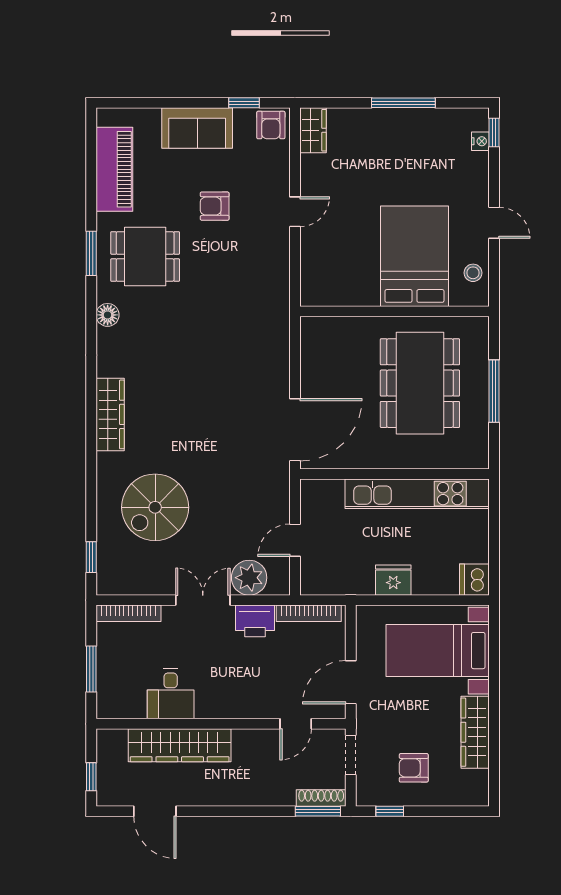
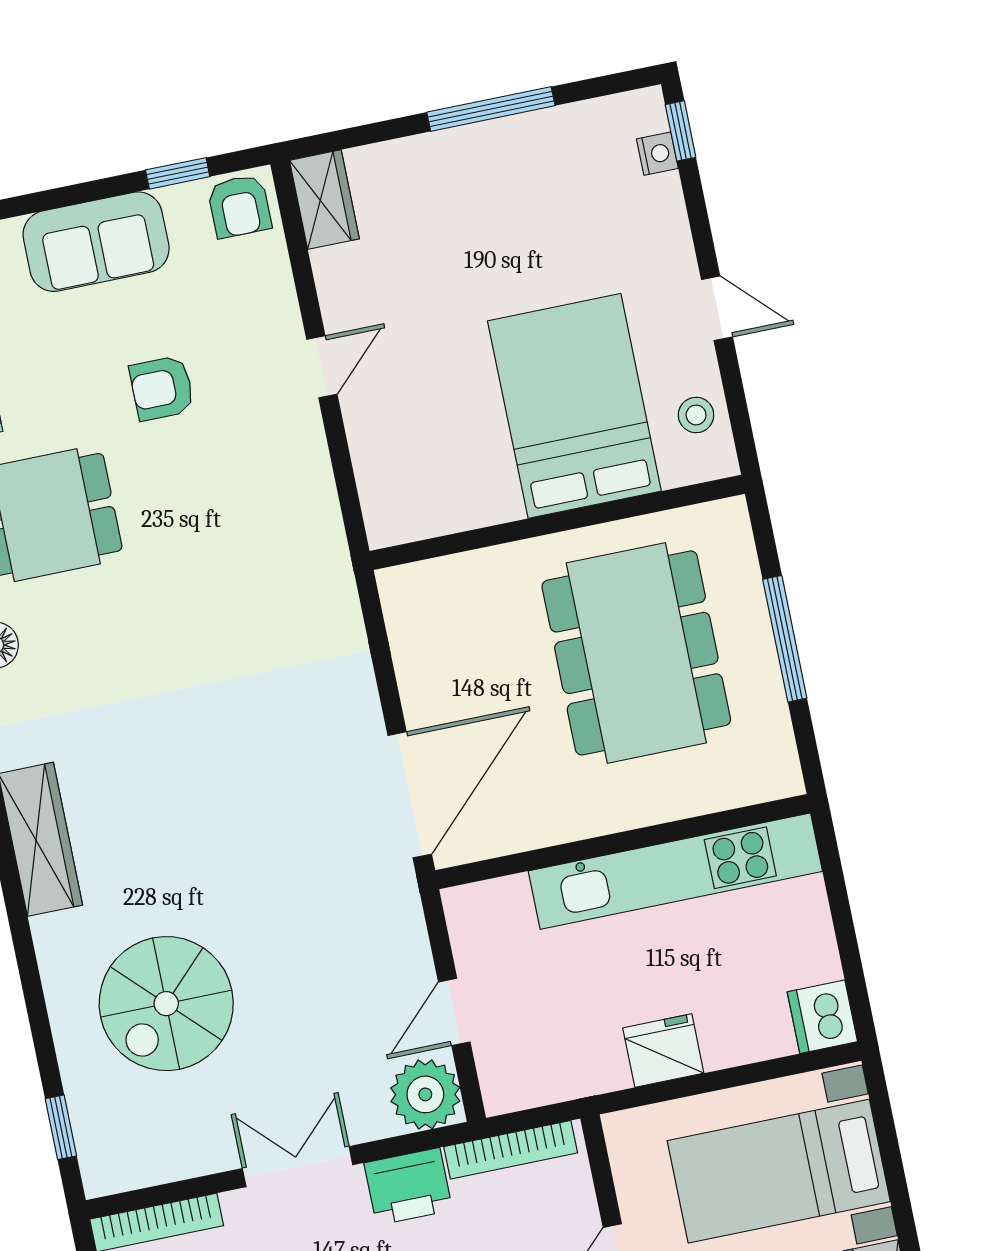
plant: (249, 578) -> (425, 1094), moved

